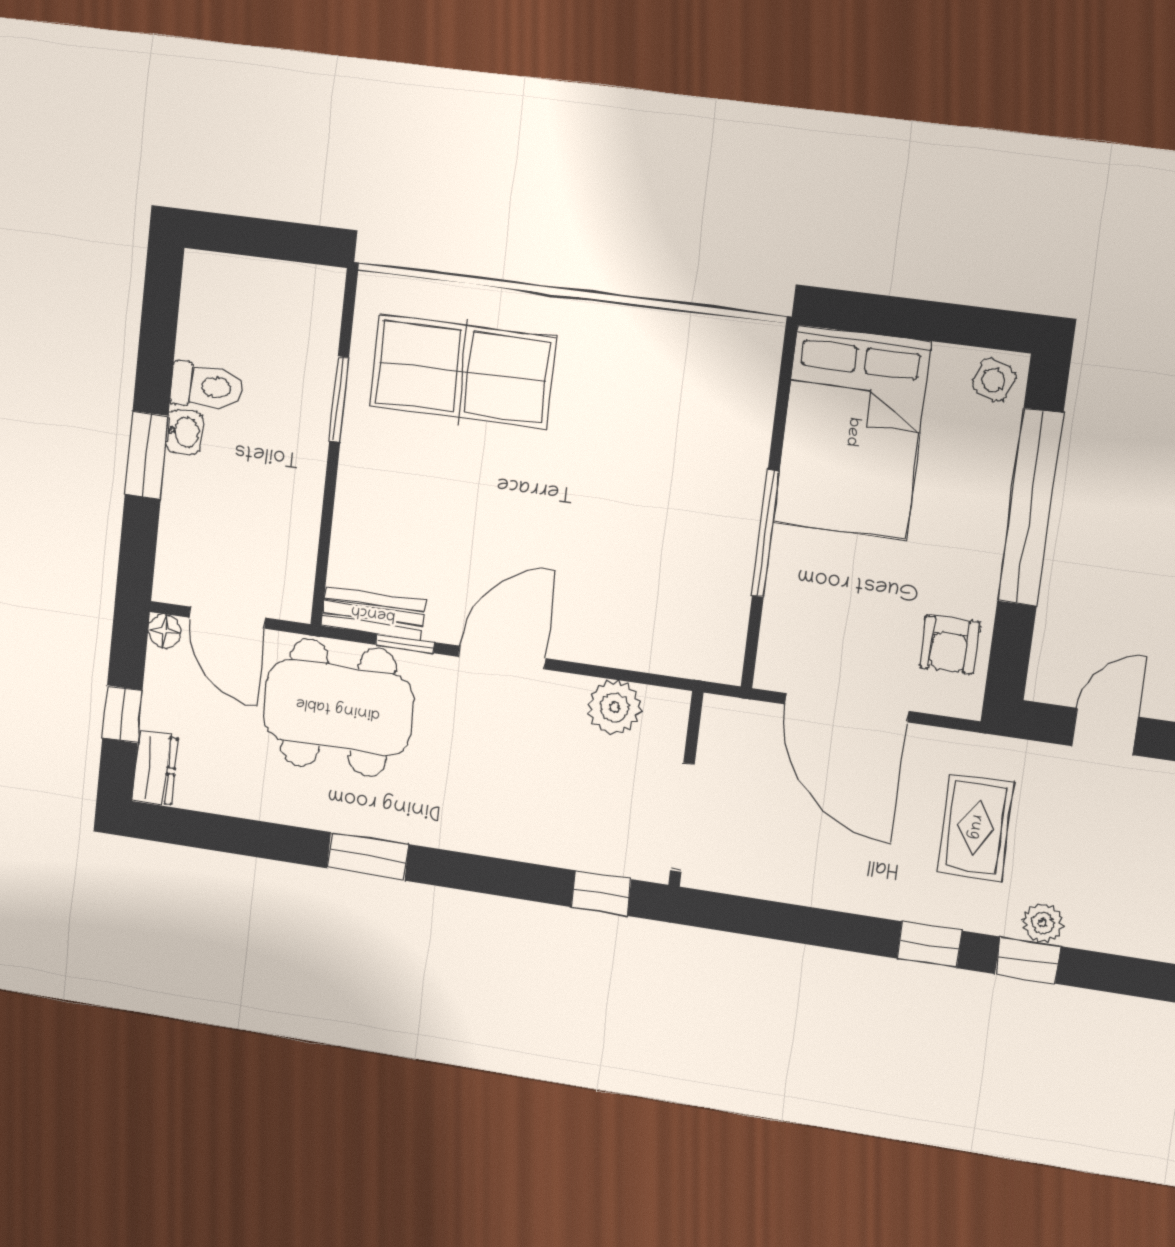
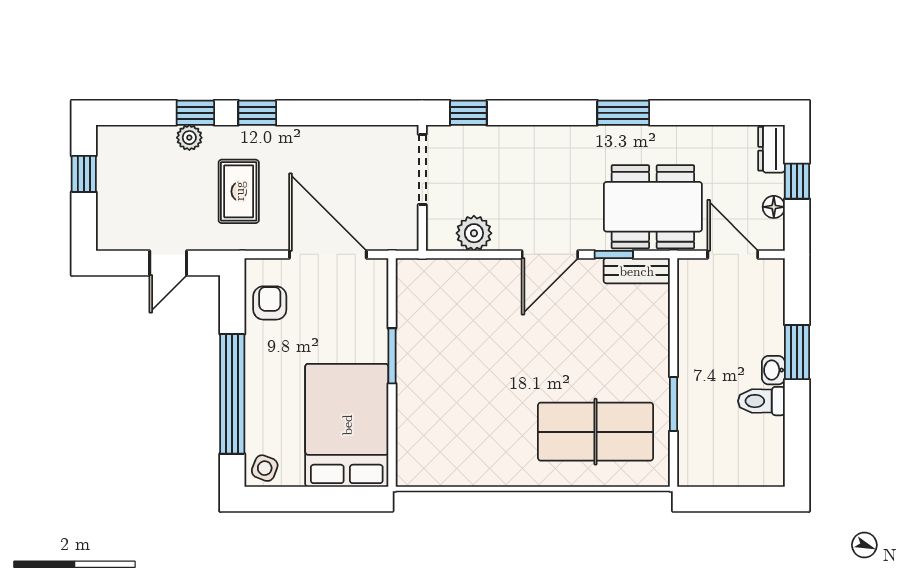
window: (766, 534) -> (392, 356), width x0.69
floor lamp: (165, 631) -> (774, 207), moved

